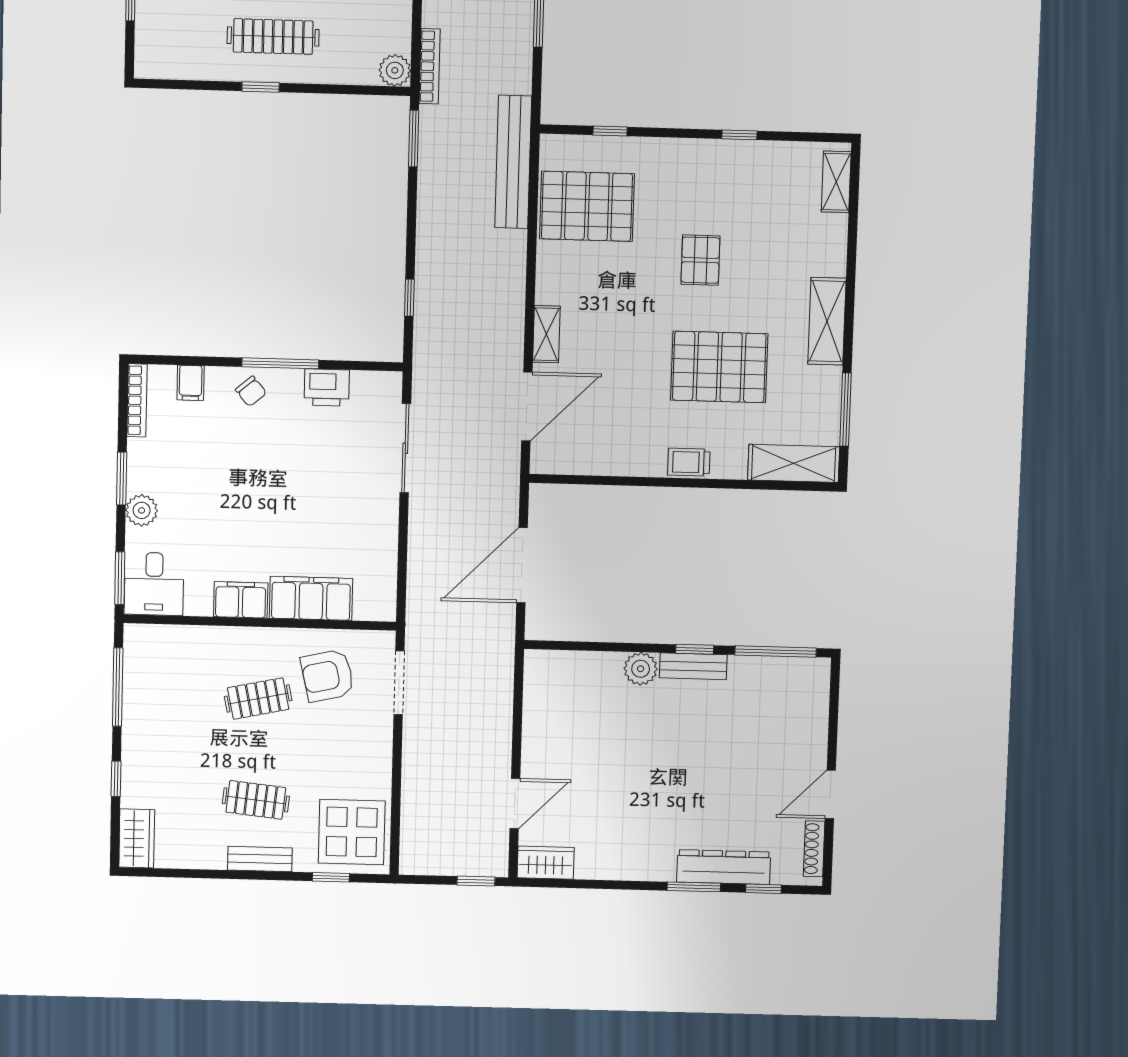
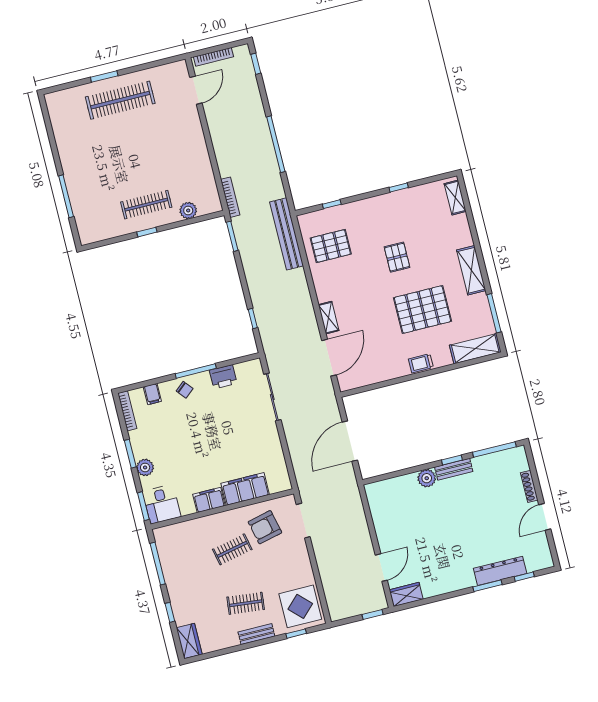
plant: (395, 70) -> (188, 210), moved
pallet: (587, 206) -> (331, 246), width x0.73, depth x0.71
shoe rack: (814, 849) -> (529, 486), moved

